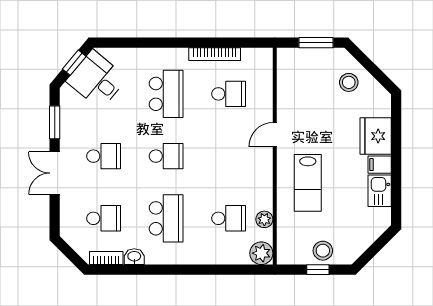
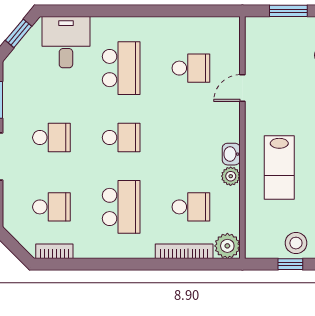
bookcase: (215, 54) -> (184, 251), moved, turned 180
desk: (97, 80) -> (66, 42), moved, turned 50
door: (275, 135) -> (242, 88), moved
plant: (264, 219) -> (231, 176), moved
washbasin: (134, 257) -> (231, 154), moved, turned -90

